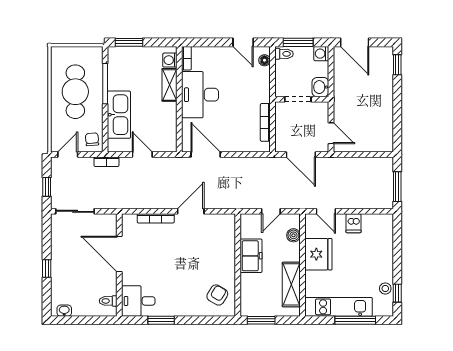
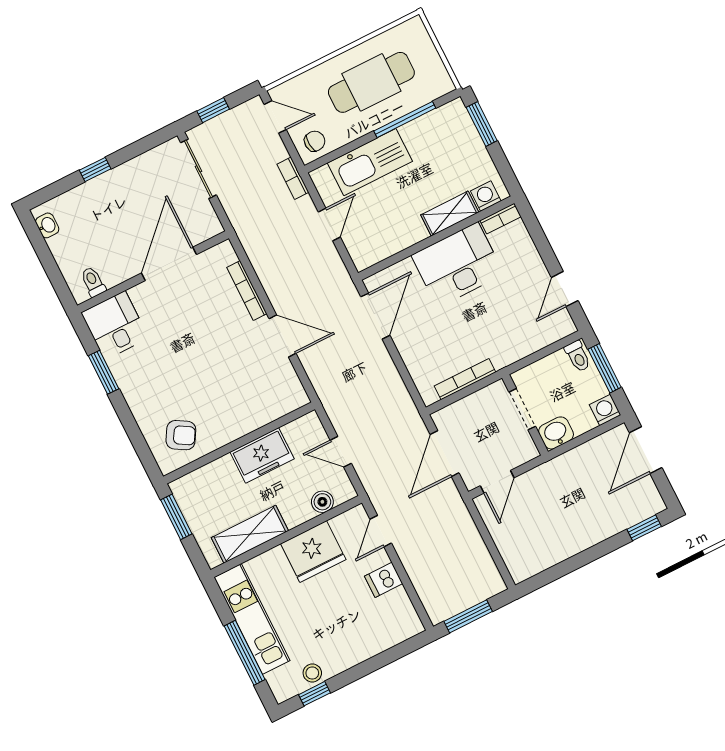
floor lamp: (264, 60) -> (554, 333), removed

